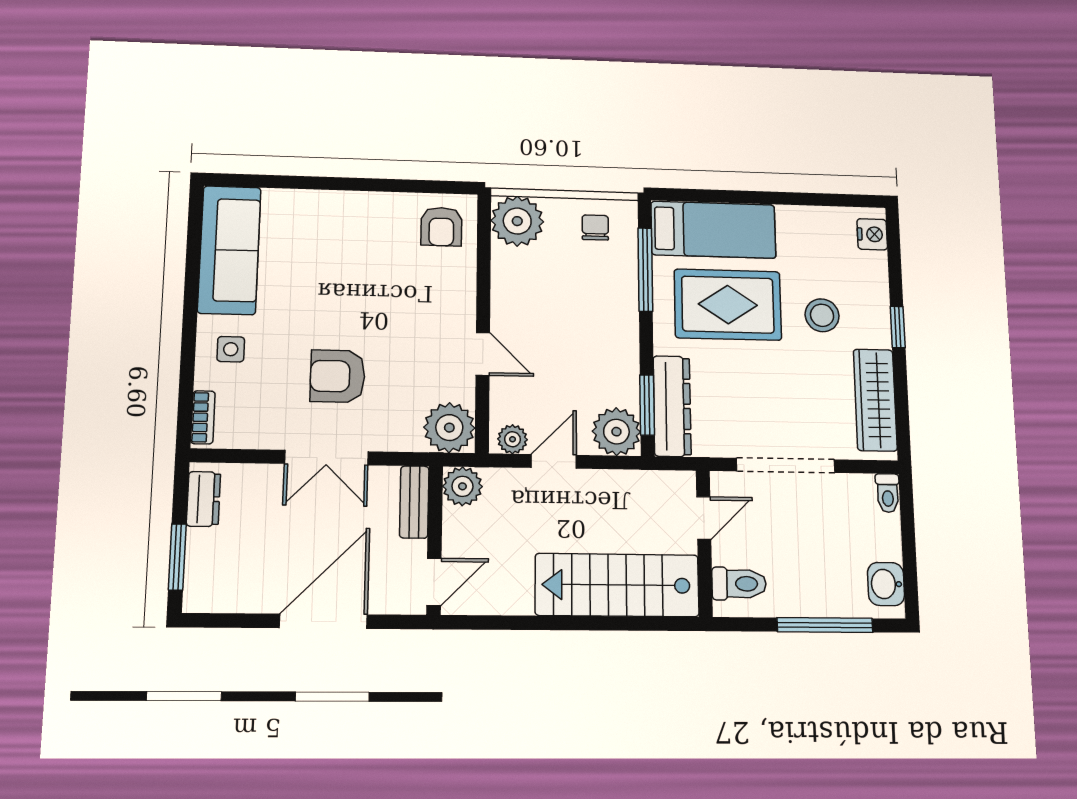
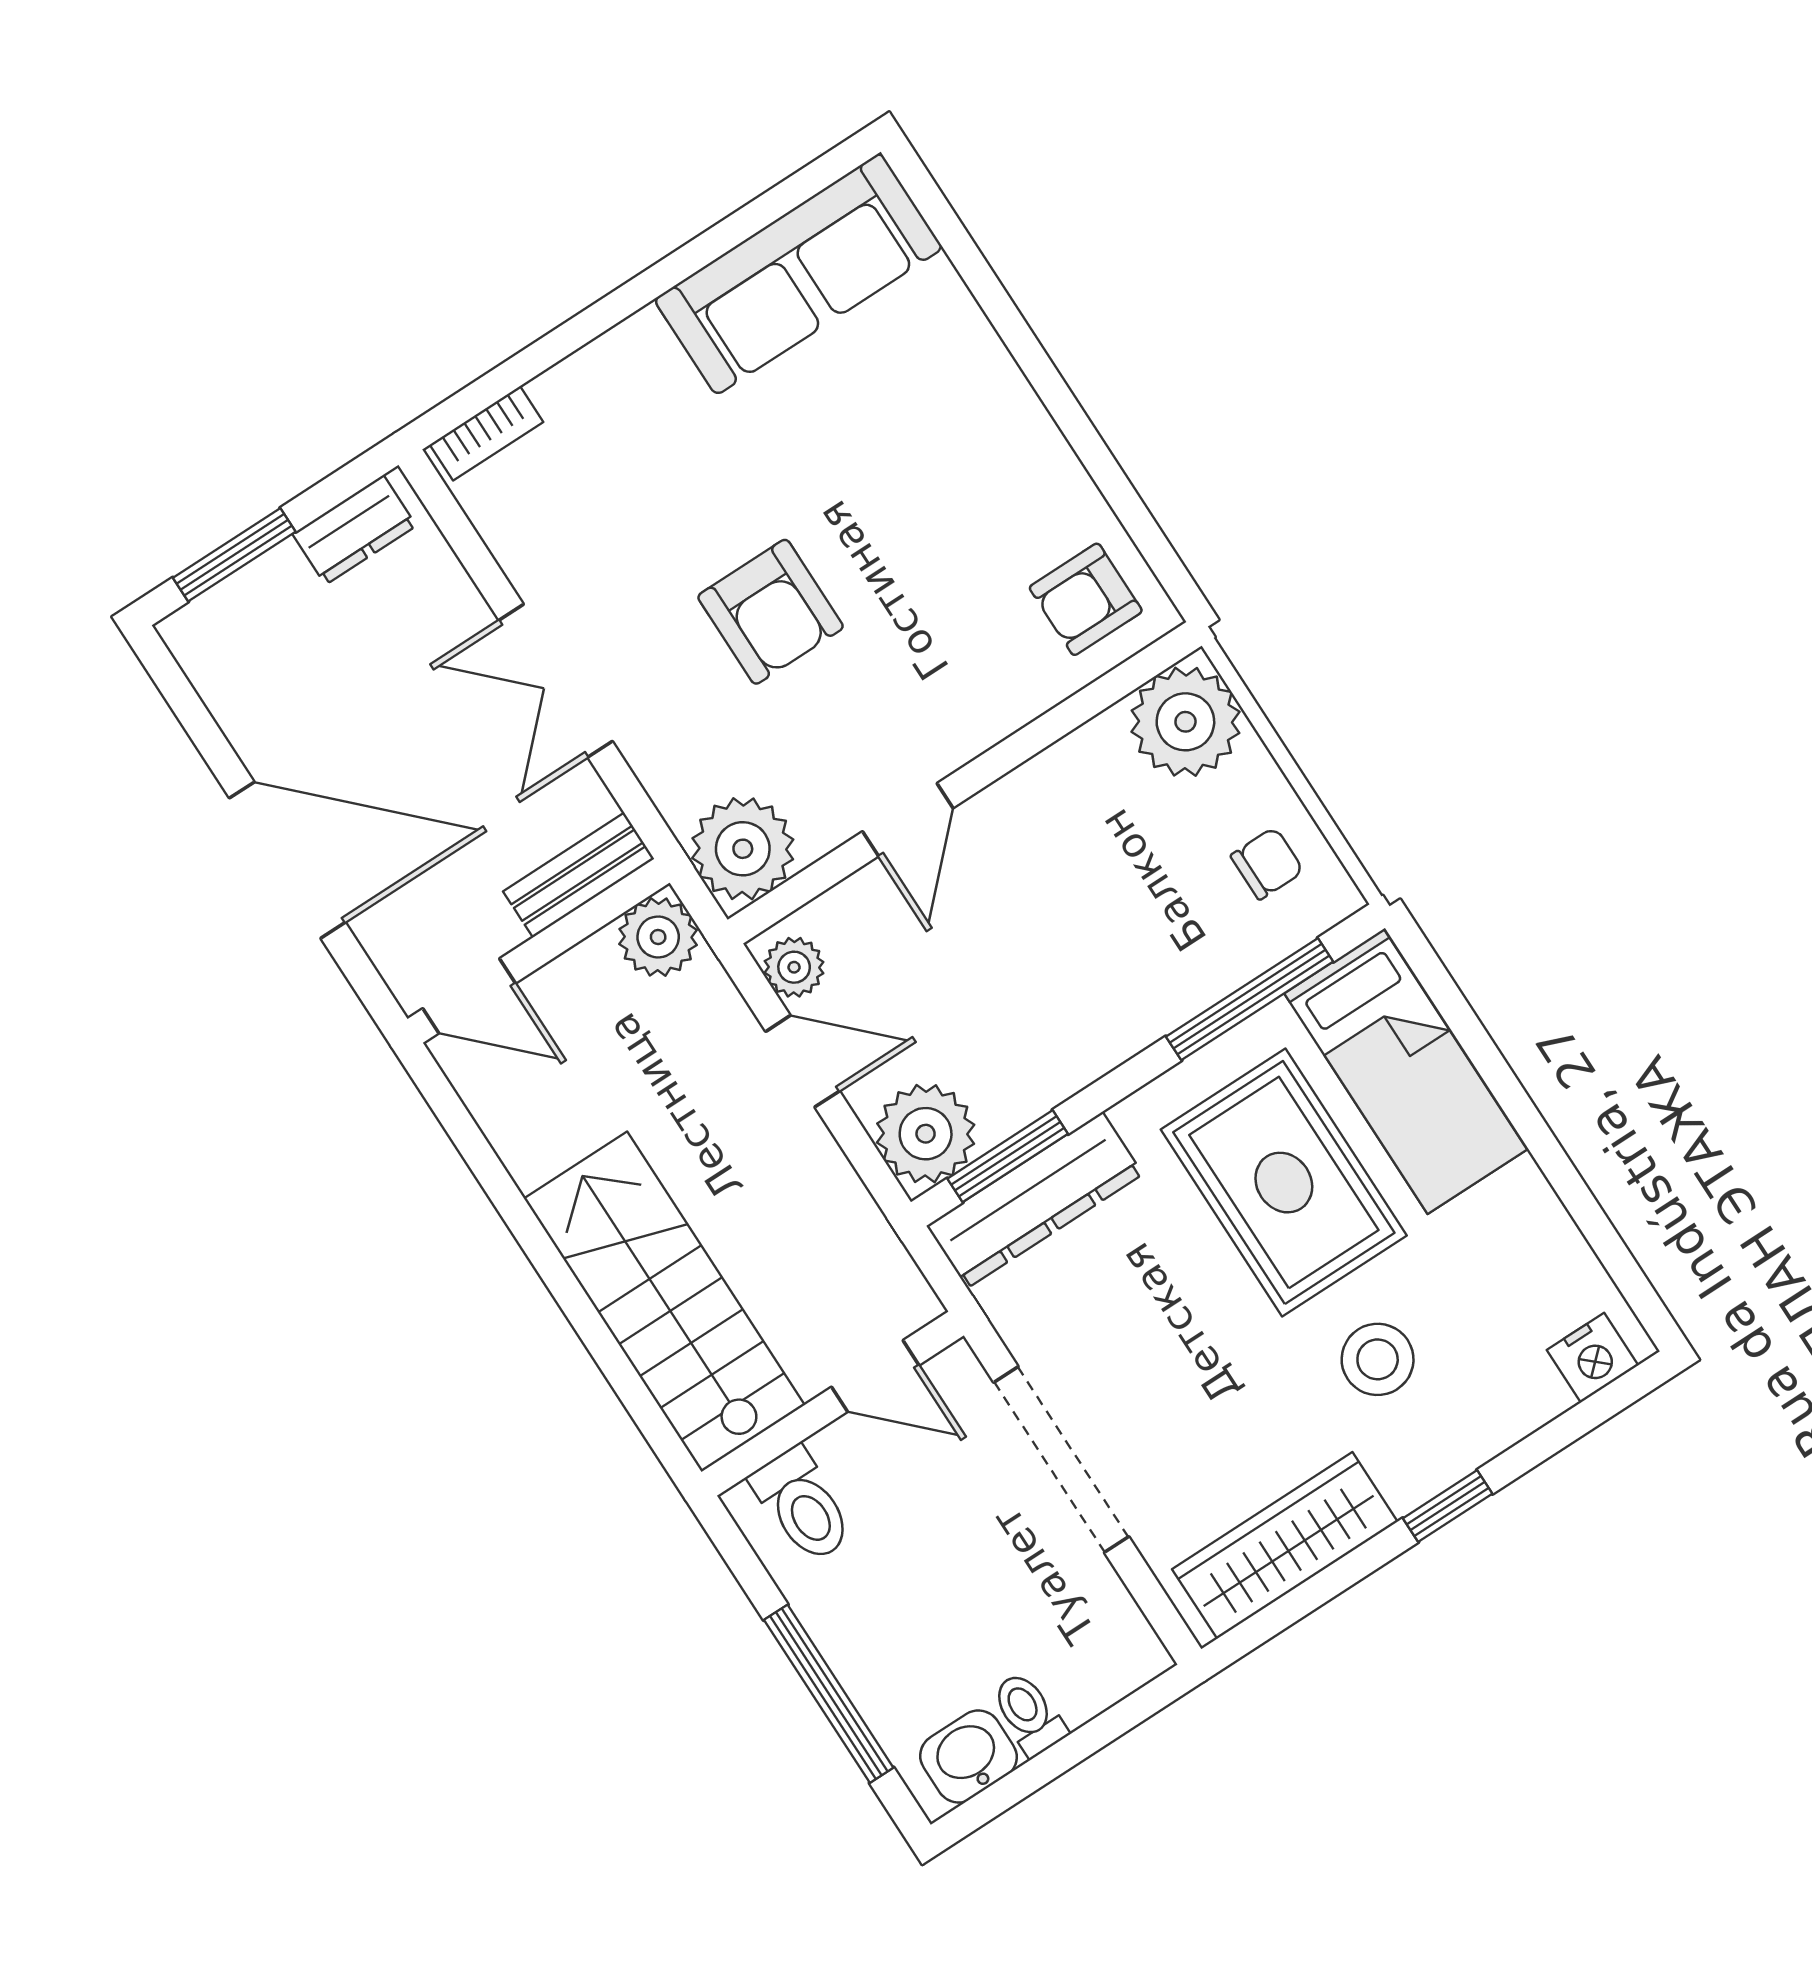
side table: (231, 349) -> (631, 397), removed
armchair: (338, 376) -> (771, 612), moved, turned 180
toilet: (888, 493) -> (1029, 1714), moved, turned 90

